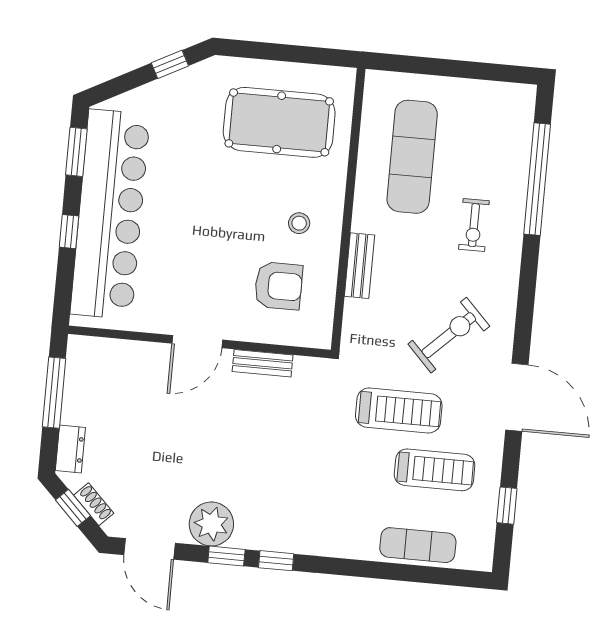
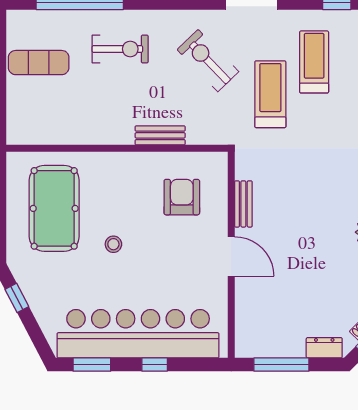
exercise mat: (412, 157) -> (39, 63), moved, width x0.73, depth x0.69
stool: (299, 223) -> (113, 244), moved
exercise bike: (474, 225) -> (120, 49), width x1.38, depth x1.39

